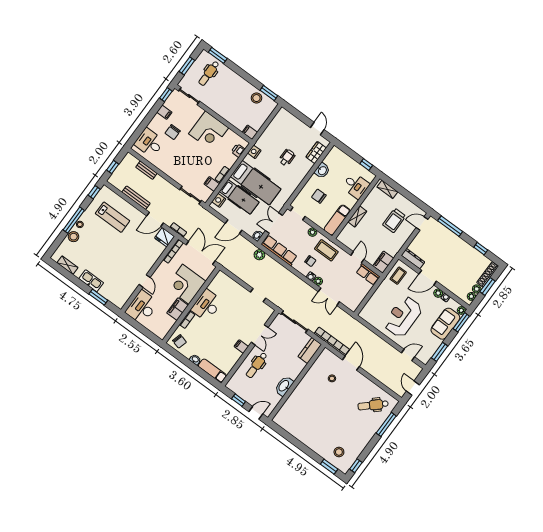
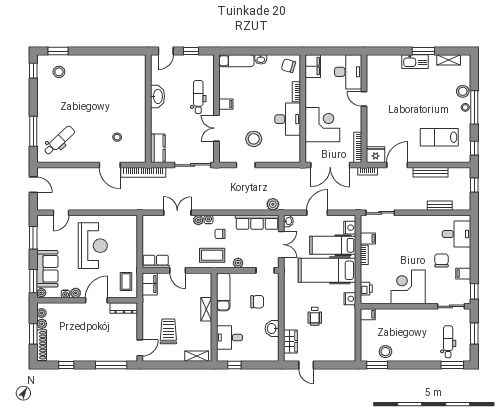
window: (98, 297) -> (423, 51), moved
filing cabinet: (178, 309) -> (313, 66), moved
stool: (240, 309) -> (254, 139), added

